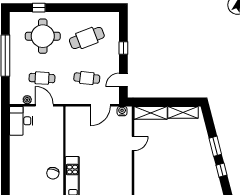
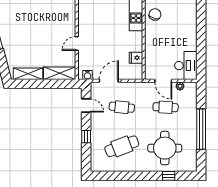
door: (123, 80) -> (86, 105), hinge flipped
fridge: (72, 129) -> (136, 58), added

